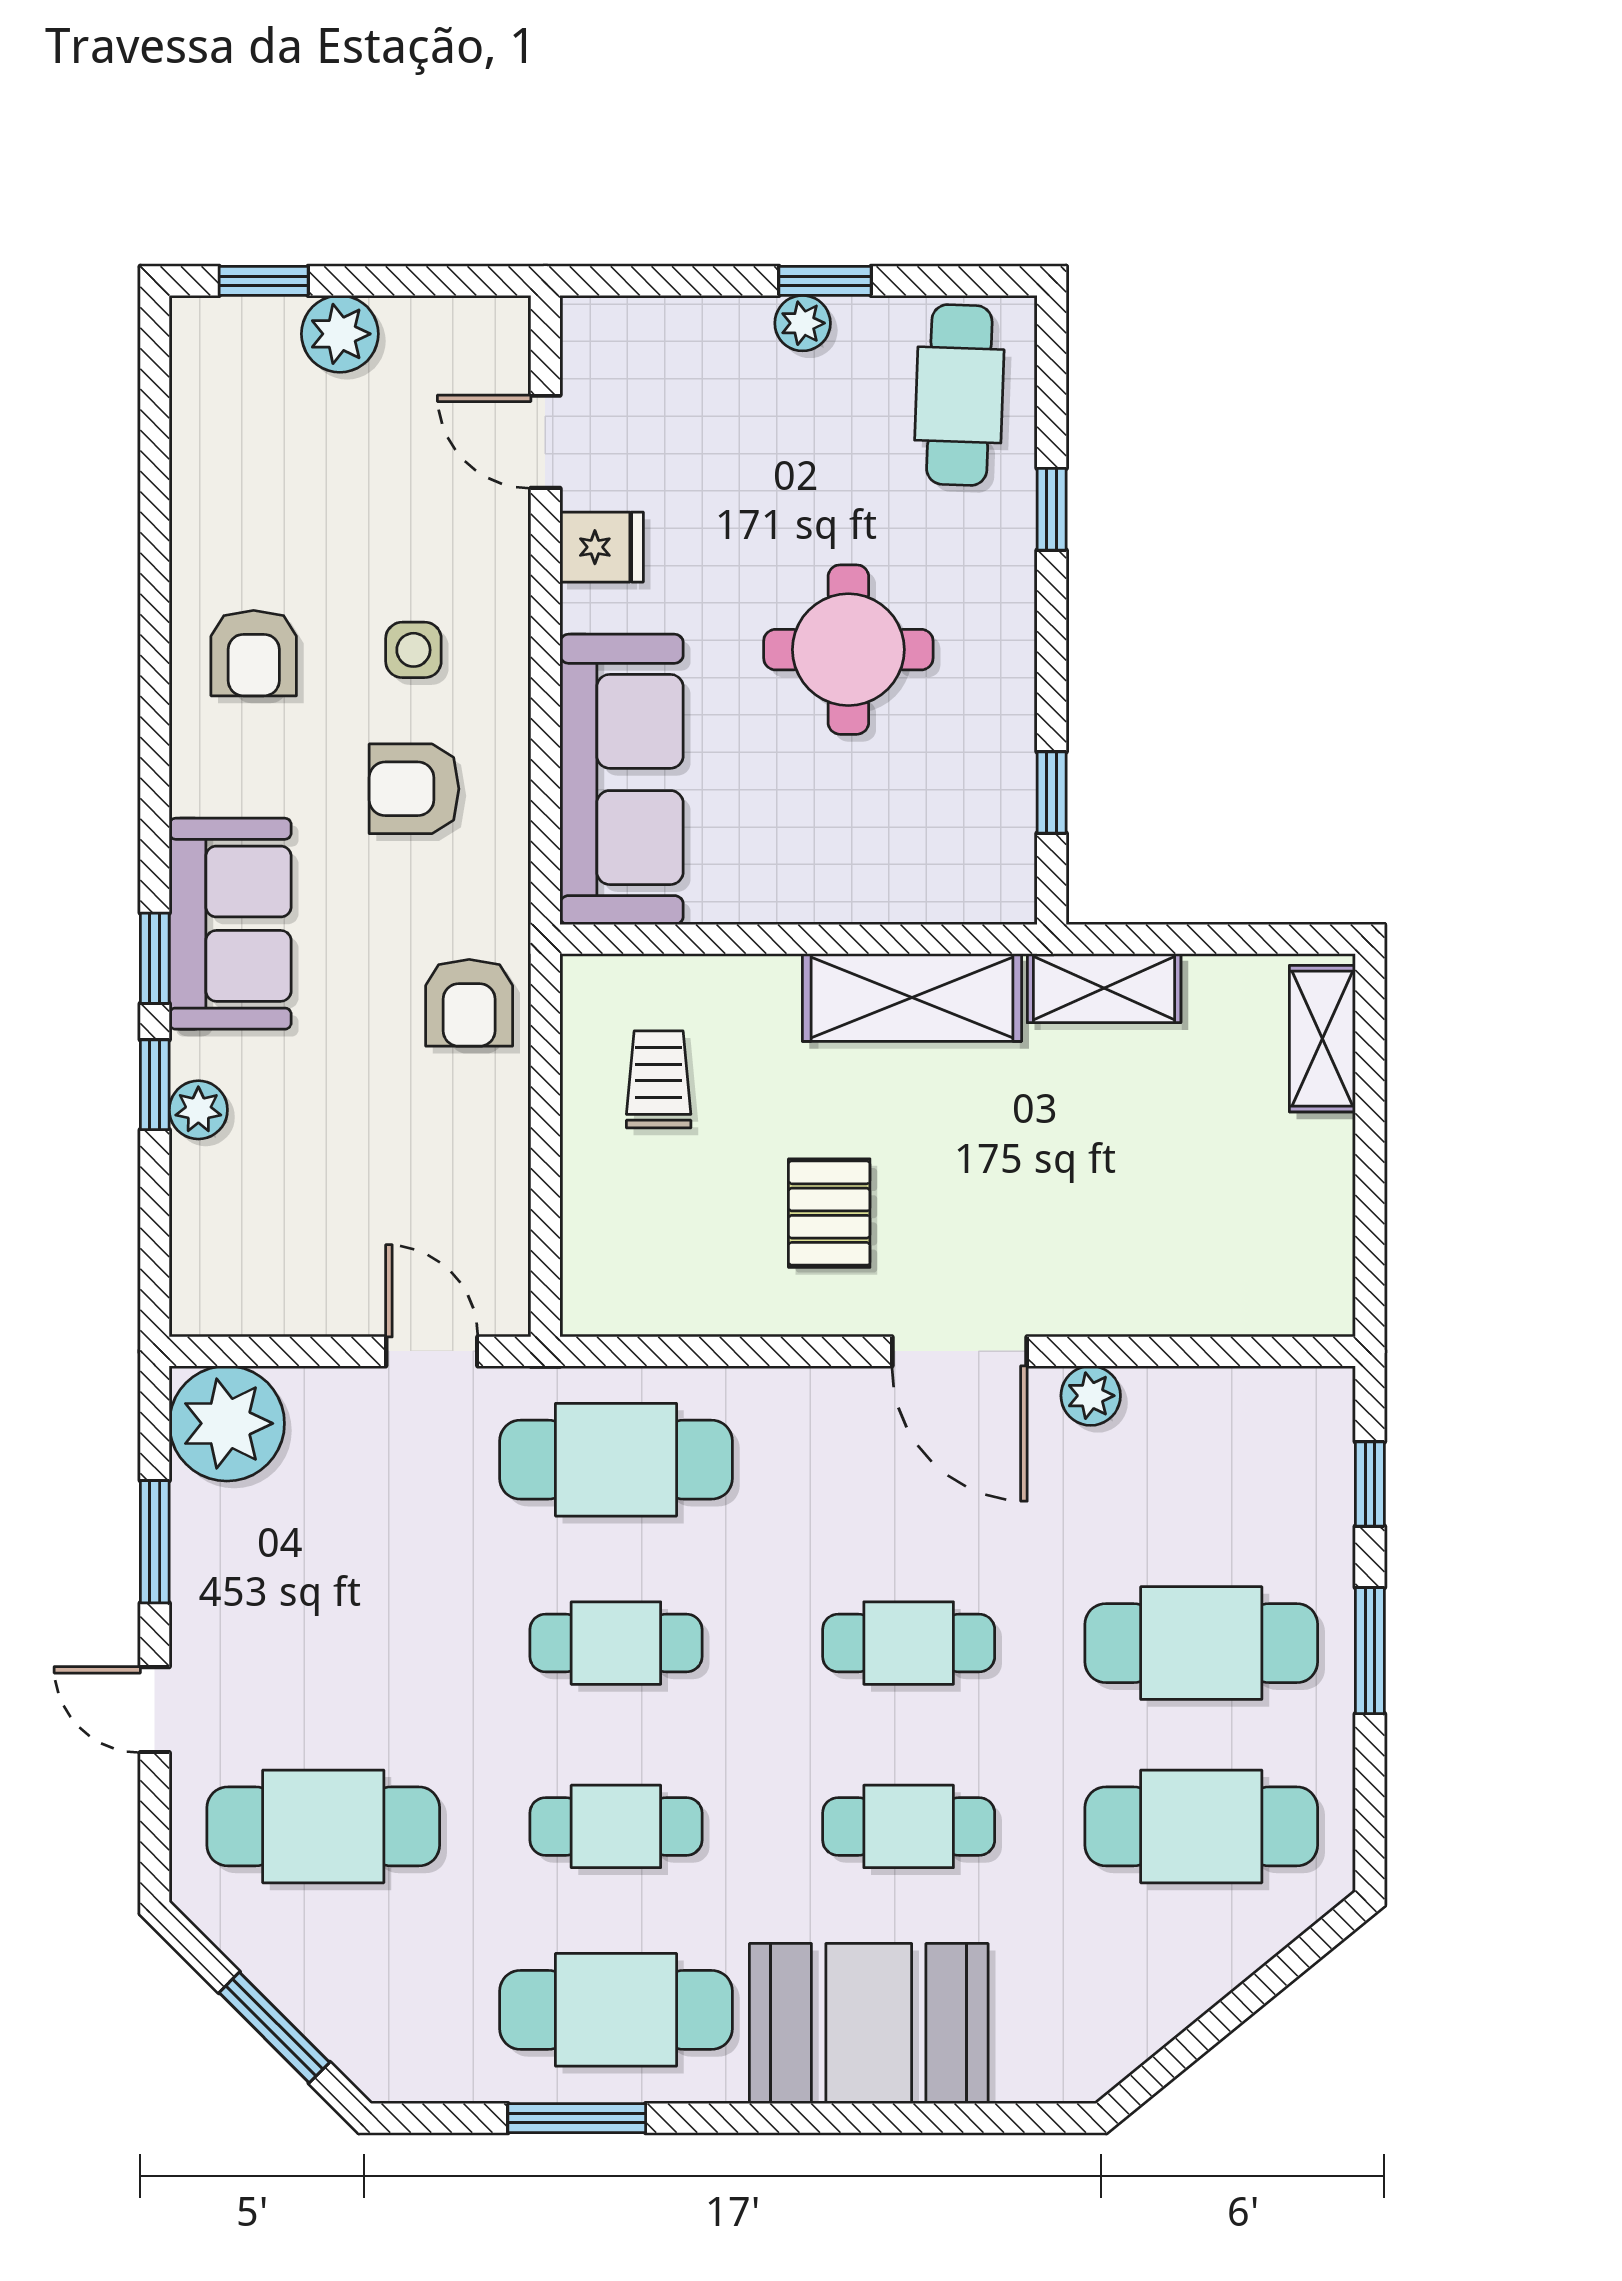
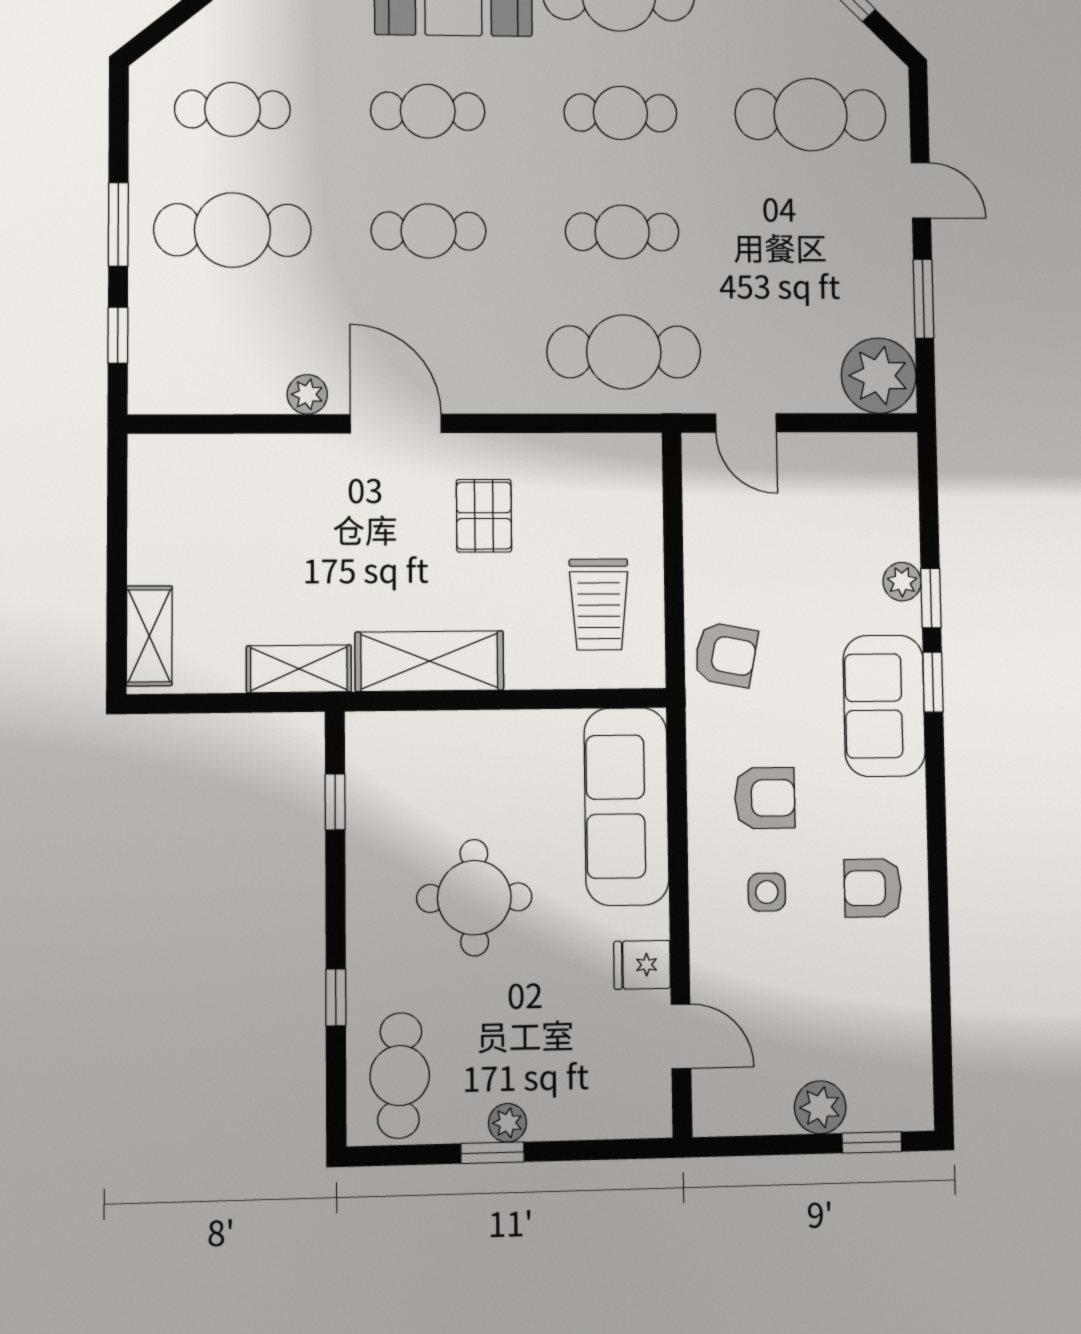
armchair: (254, 653) -> (873, 888), turned -90
armchair: (469, 1003) -> (726, 655), turned 101
trolley: (659, 1079) -> (599, 604), width x1.36, depth x1.39
cafe table: (1201, 1826) -> (232, 109), width x0.73, depth x0.74

